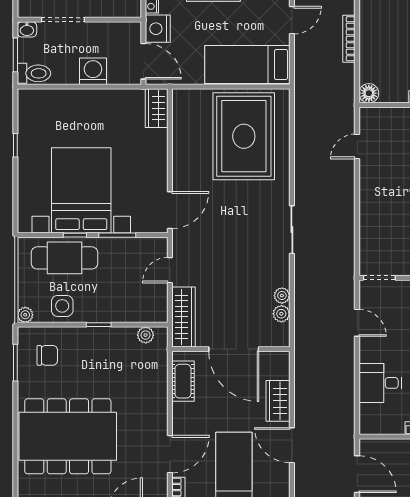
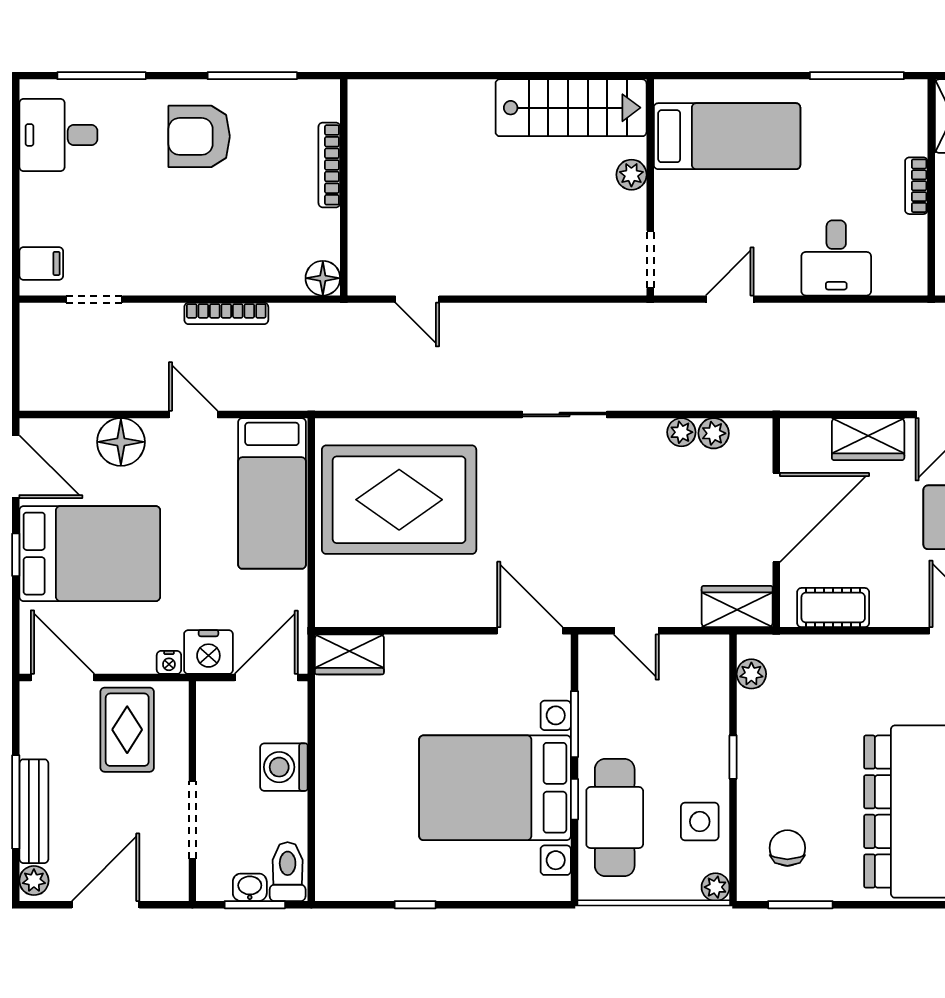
washbasin: (27, 29) -> (250, 887), moved, turned -90
wardrobe: (184, 317) -> (737, 607), width x0.67

